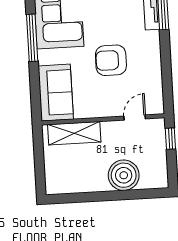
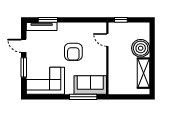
window: (32, 38) -> (83, 97), moved
shelving: (74, 133) -> (144, 73), moved

